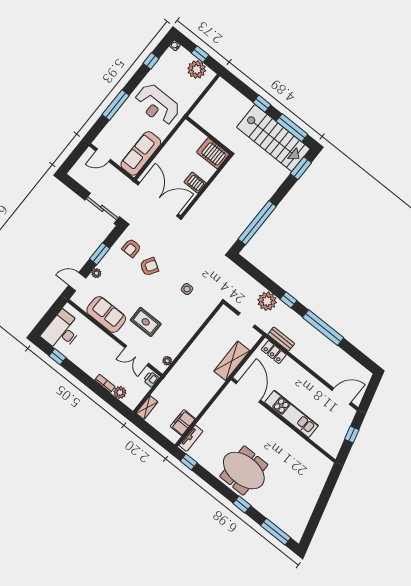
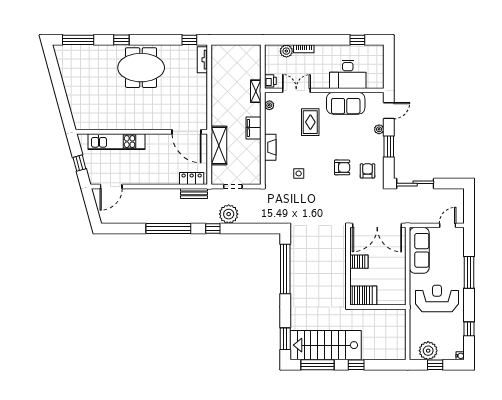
armchair: (149, 267) -> (342, 167), turned -121
rug: (146, 322) -> (310, 122), turned 90
fireplace: (193, 327) -> (270, 147), added
desk: (62, 331) -> (348, 74), moved, turned 90
shelving: (147, 408) -> (256, 91), moved
kitchen unit: (292, 414) -> (117, 142), moved
filing cabinet: (183, 423) -> (254, 128), moved, turned 180

